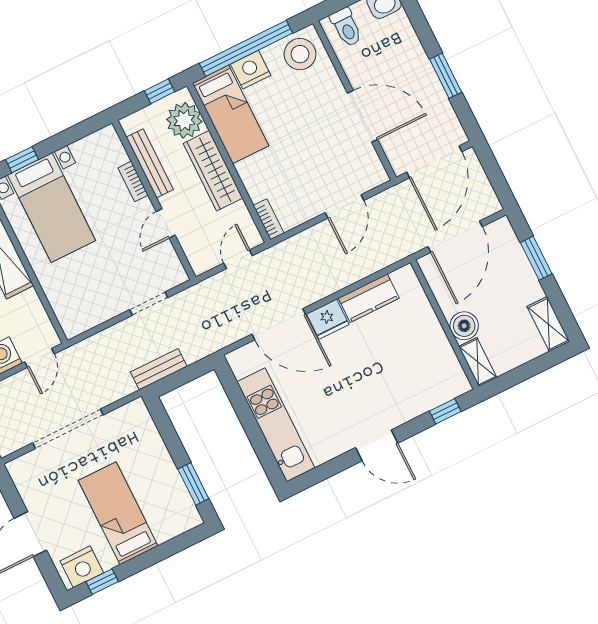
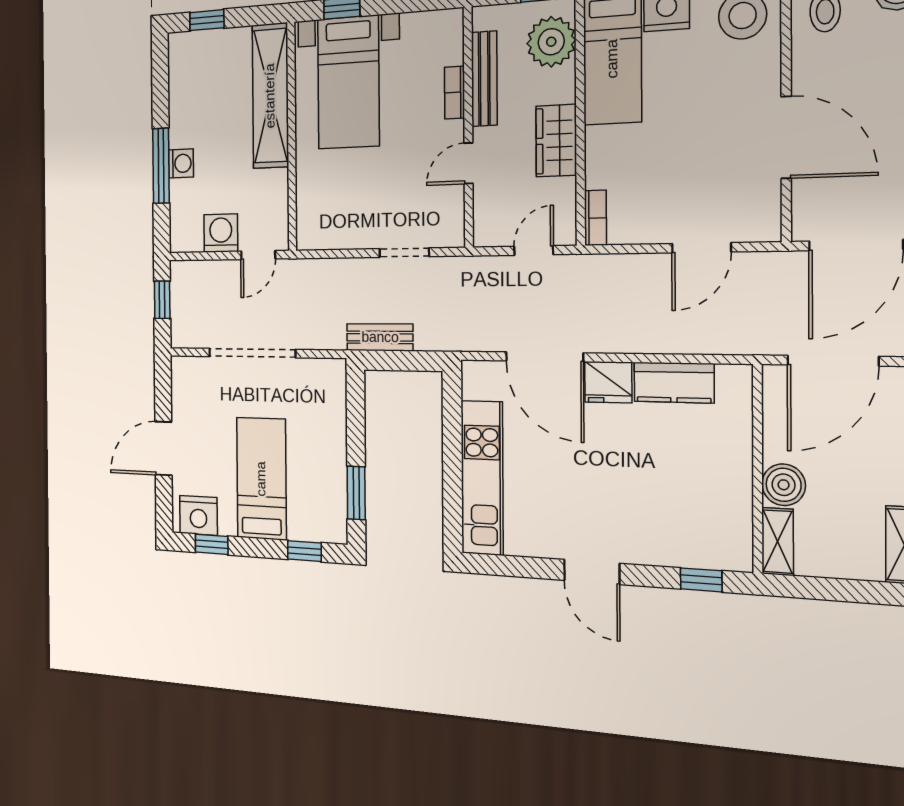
wardrobe: (213, 171) -> (556, 141), width x0.67
window: (175, 545) -> (304, 551), added

